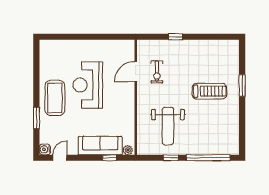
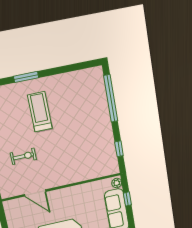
exercise bike: (157, 72) -> (23, 156), moved
weight bench: (168, 126) -> (85, 148), removed
window: (171, 158) -> (119, 149), moved

